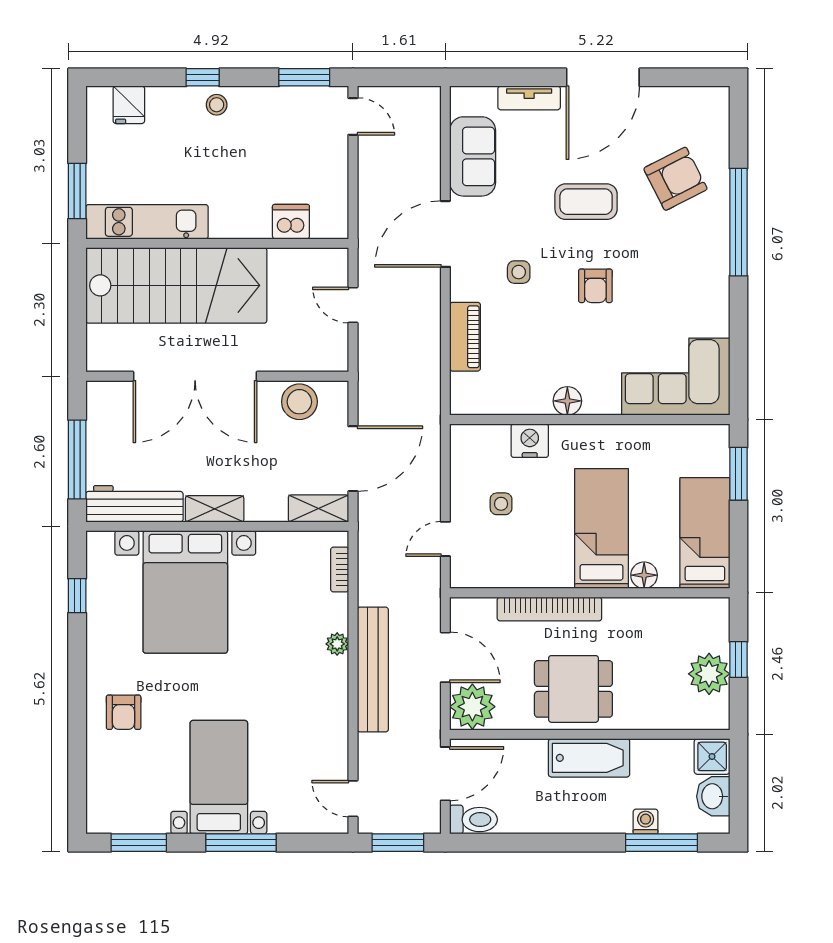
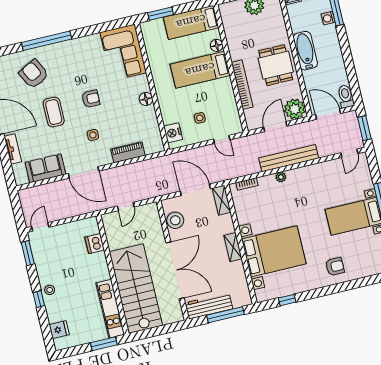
nightstand: (530, 441) -> (173, 133), moved
workbench: (134, 504) -> (209, 306), moved, turned 90

